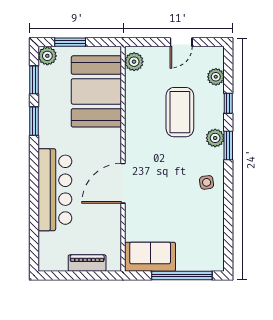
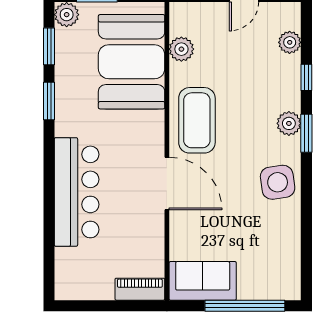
plant: (134, 62) -> (181, 49), moved
coffee table: (180, 112) -> (197, 120), moved
side table: (207, 182) -> (278, 182), width x1.87, depth x1.87
door: (123, 183) -> (167, 183), swing flipped
piano: (87, 263) -> (140, 289), moved

